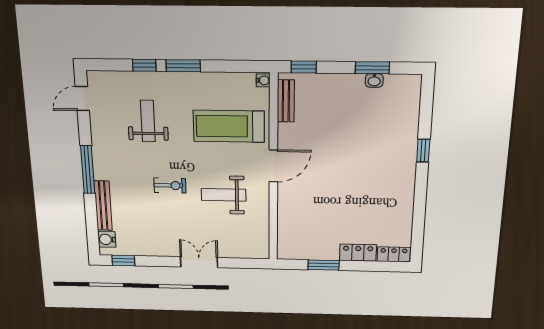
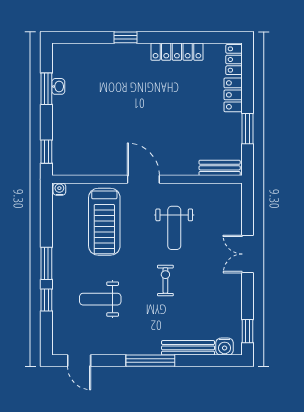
bench: (286, 101) -> (220, 168), moved
locker: (405, 201) -> (177, 52), added

